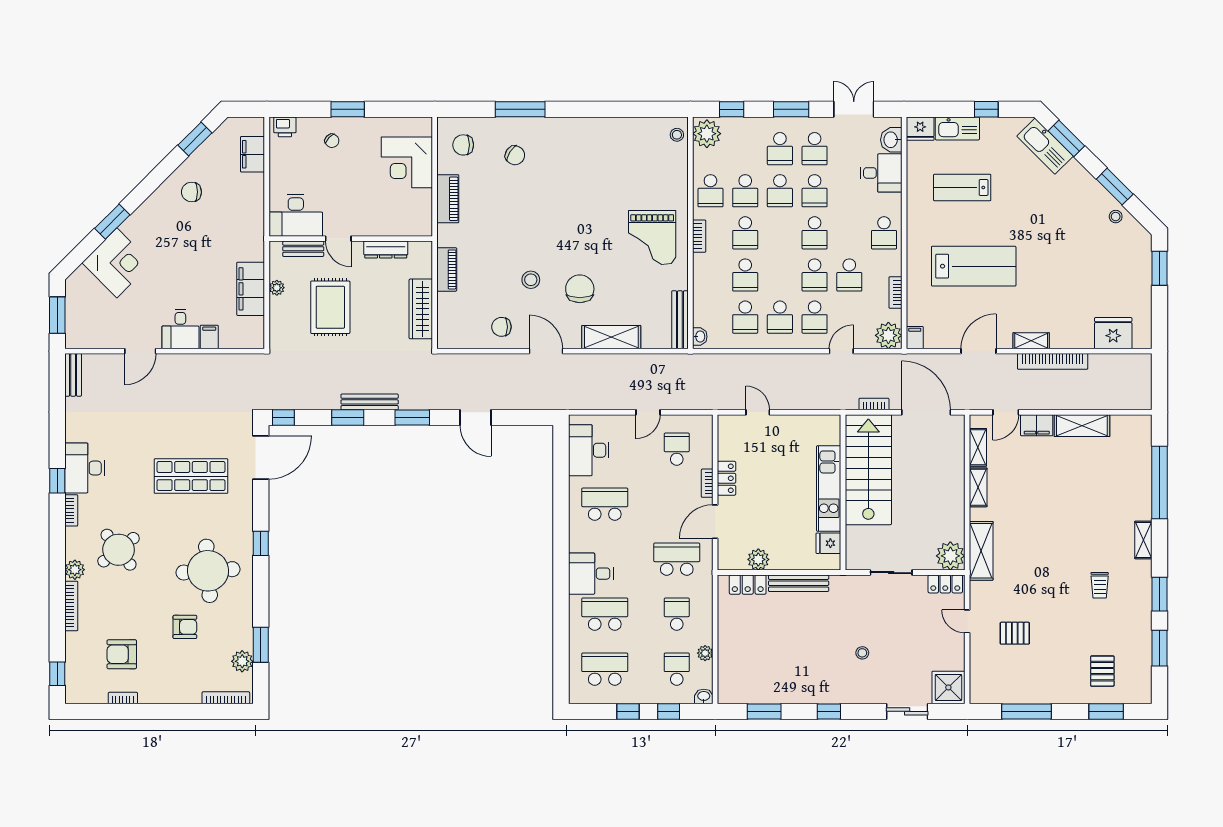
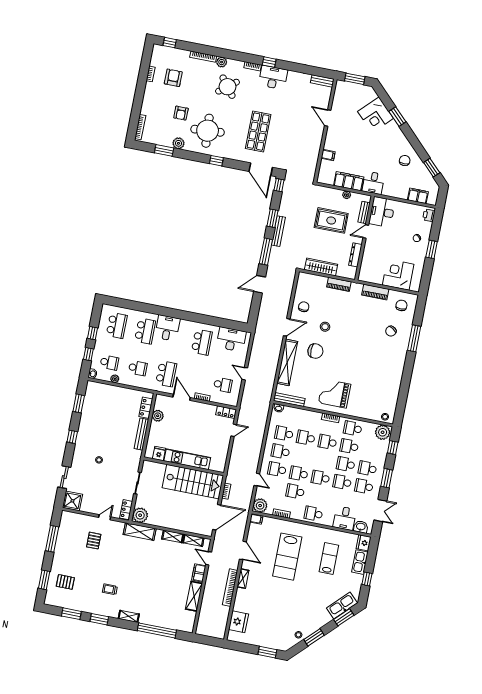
desk: (180, 329) -> (373, 183), moved, turned -90
shelving: (611, 337) -> (287, 362), width x1.47
window: (412, 418) -> (266, 252), width x1.44
locker: (727, 478) -> (226, 412), moved
plant: (242, 661) -> (178, 143), moved

